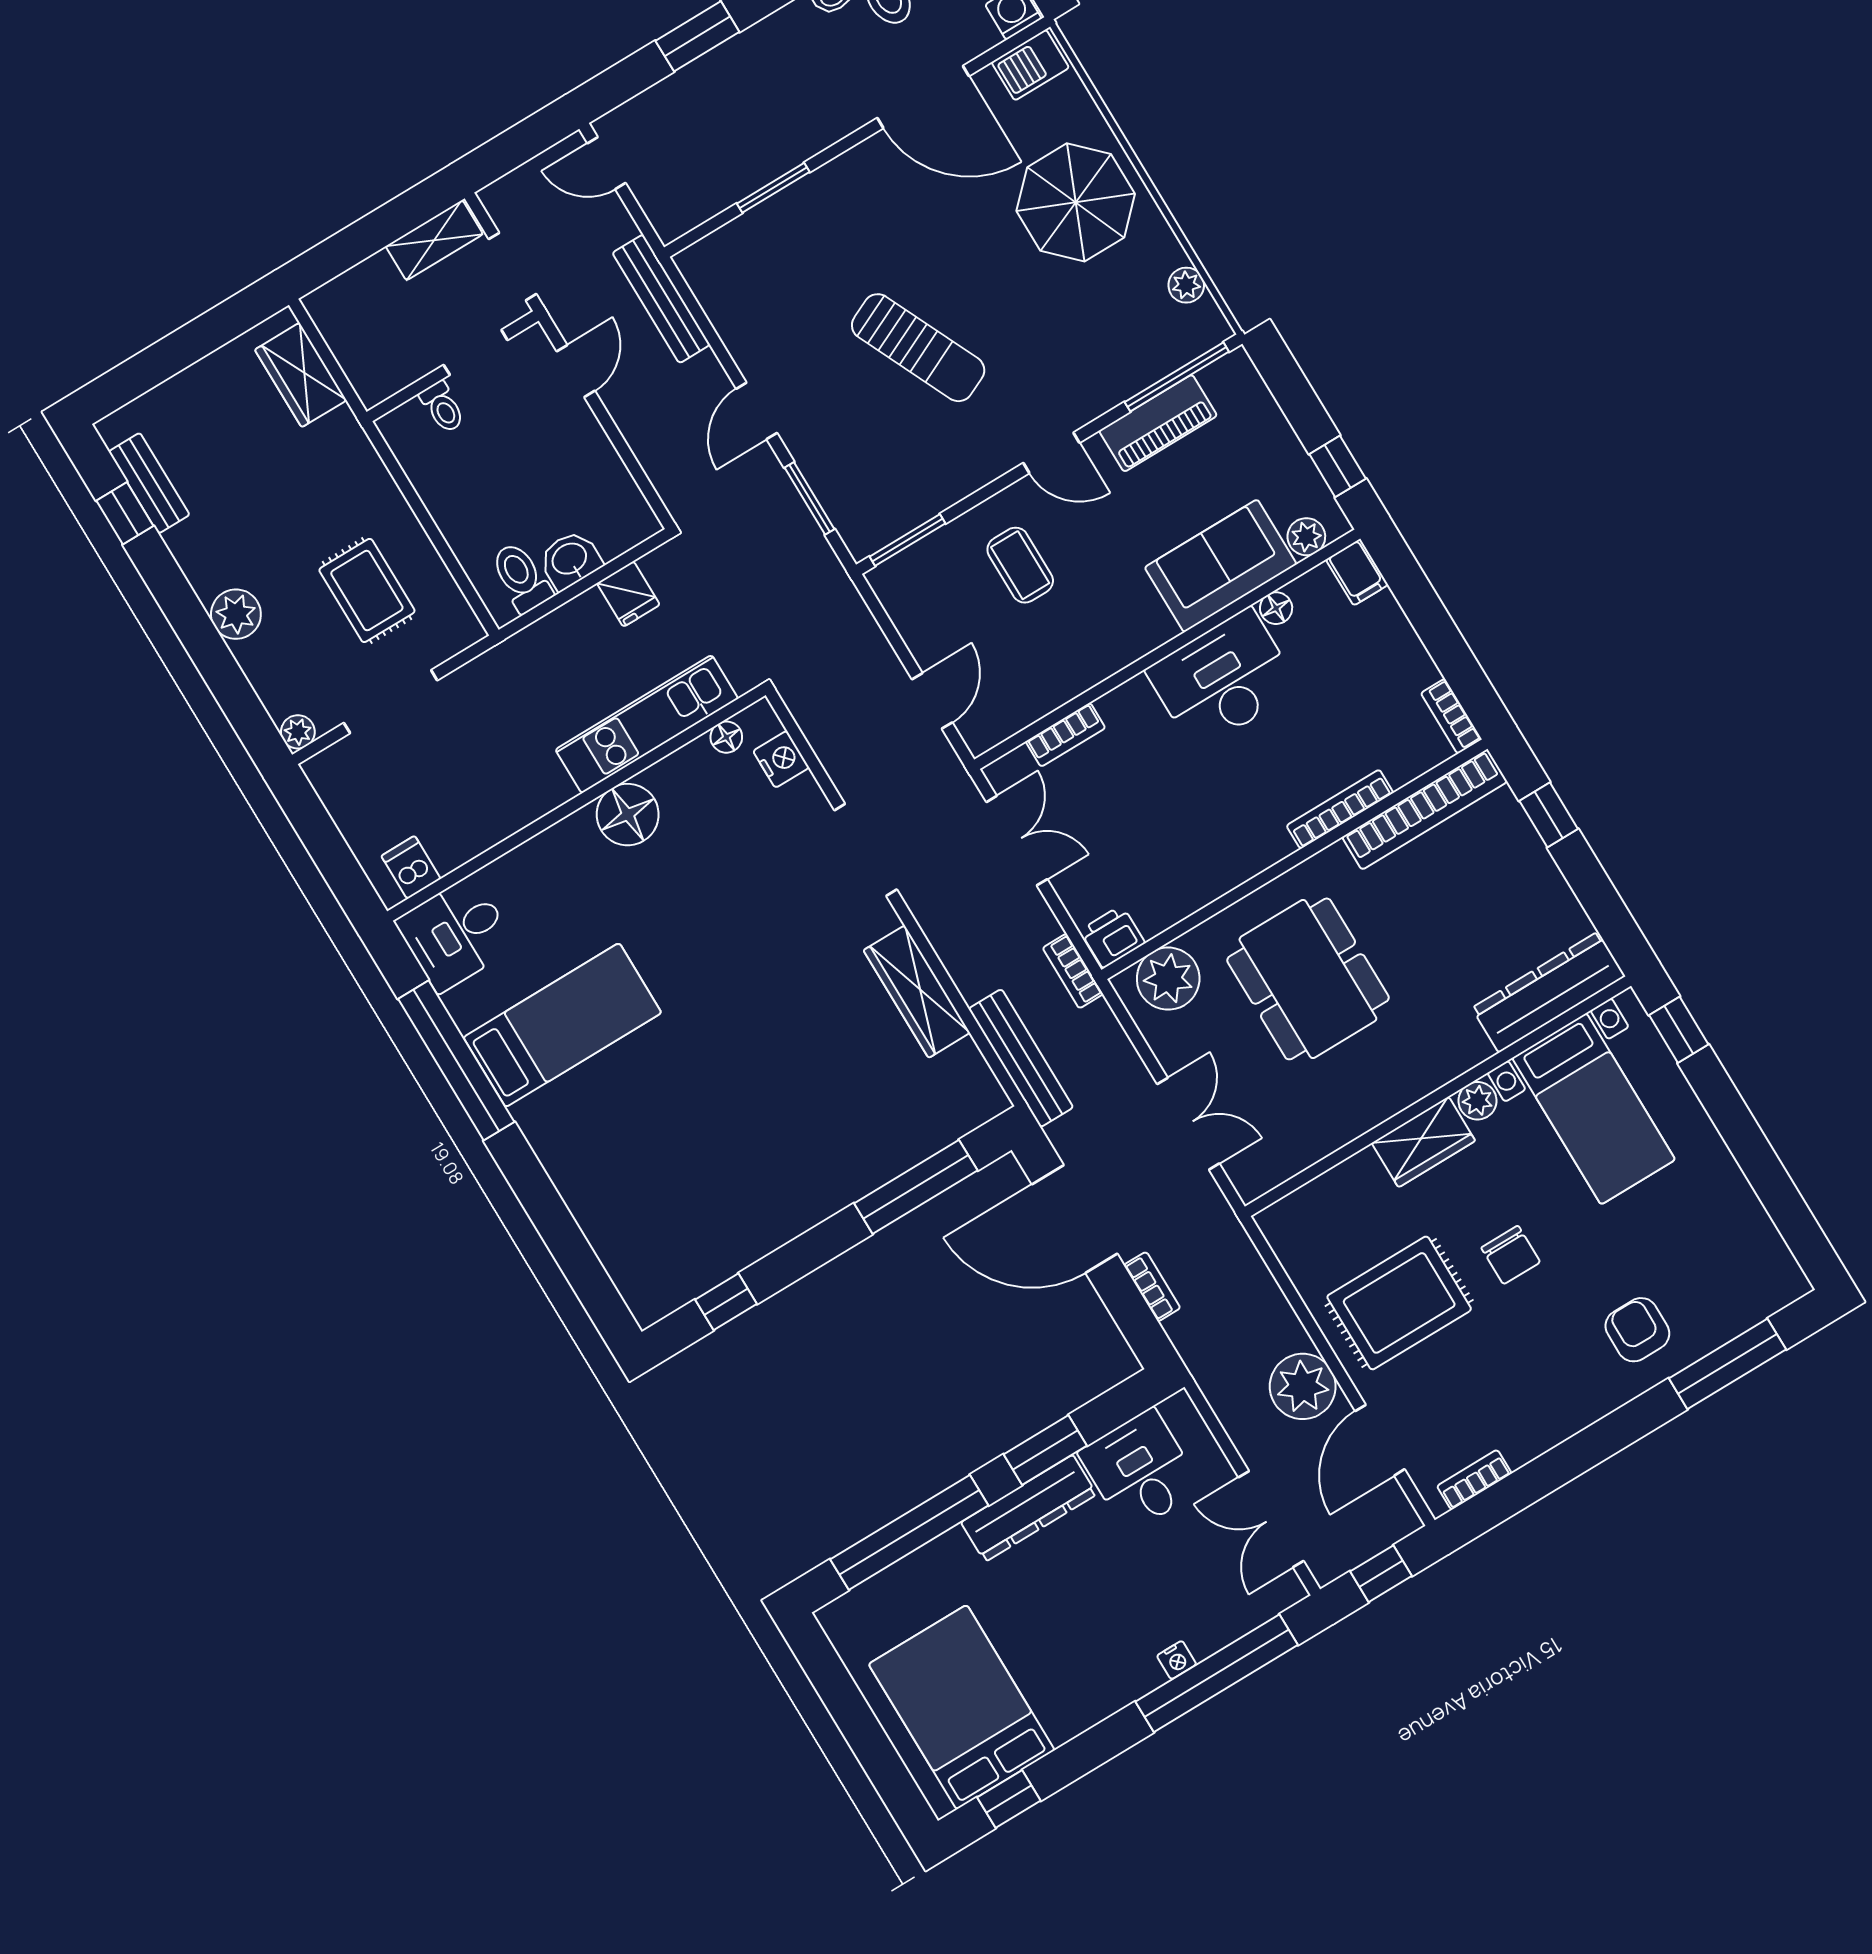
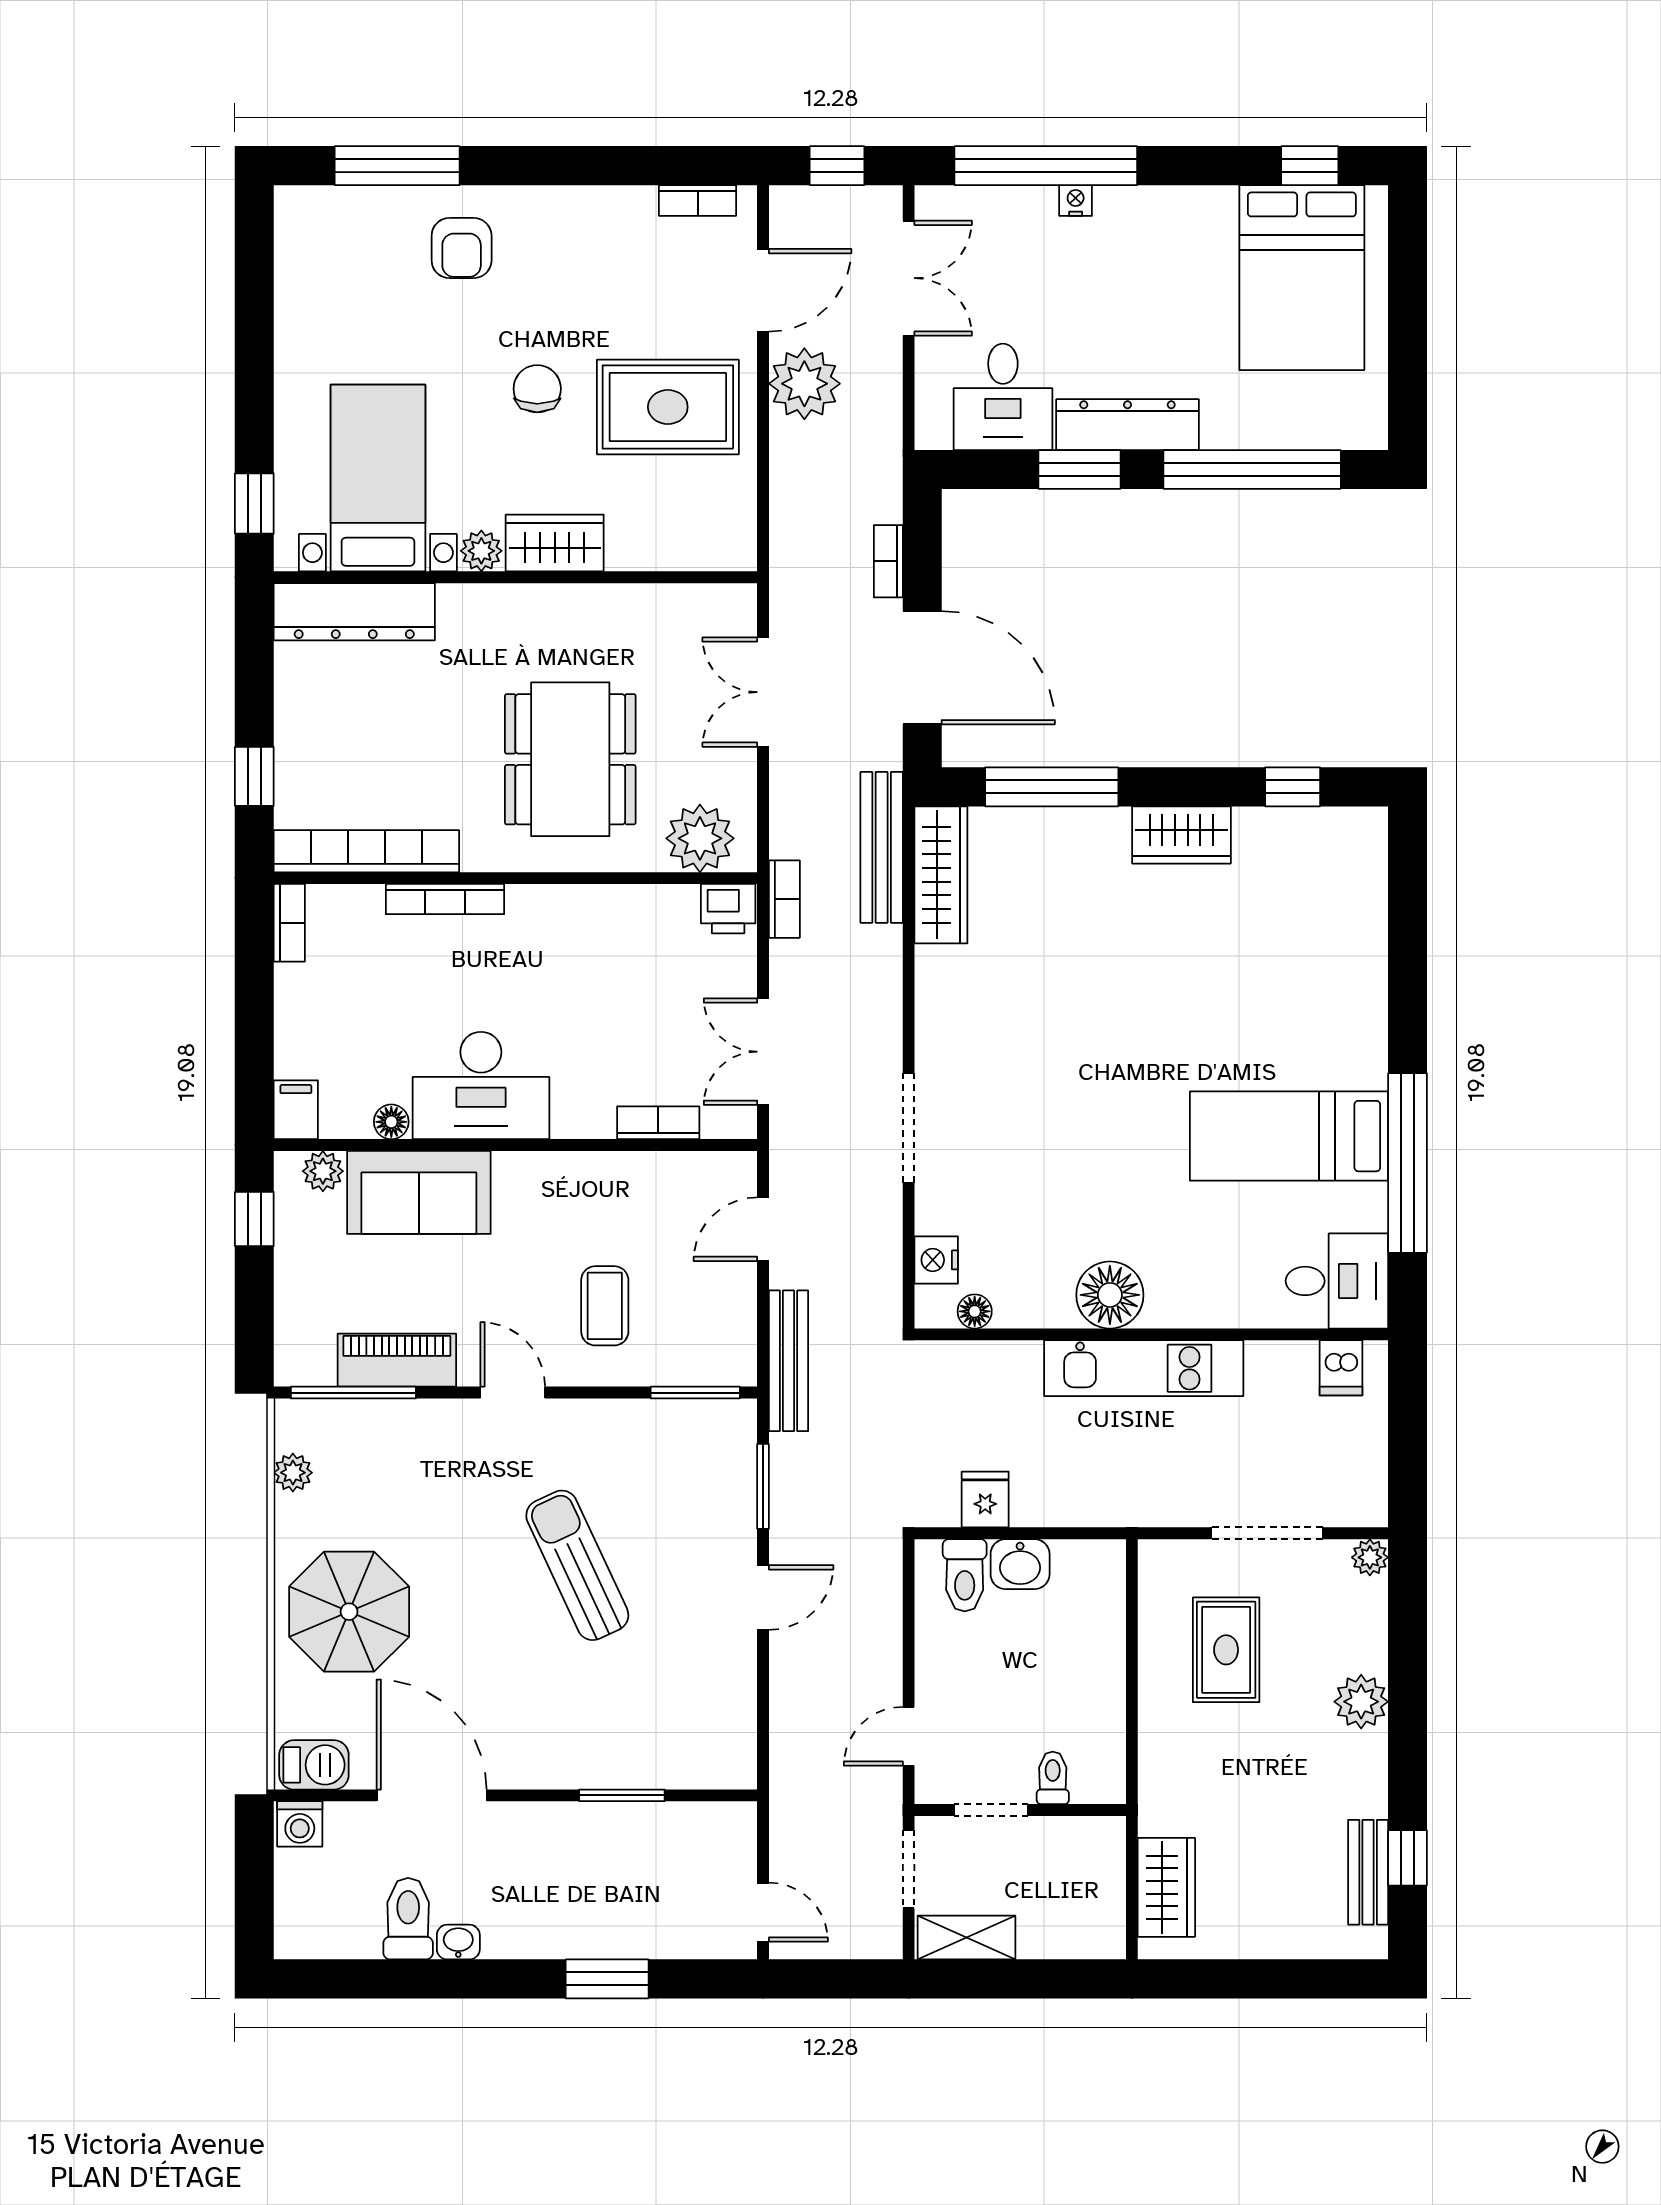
bench: (661, 299) -> (789, 1361), moved
toilet: (521, 577) -> (965, 1575), moved
kitchen unit: (647, 724) -> (1144, 1368), moved
wardrobe: (917, 992) -> (941, 875), moved
wardrobe: (791, 1211) -> (1181, 835), added

